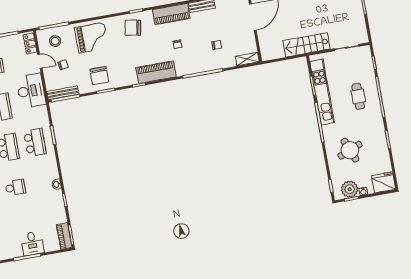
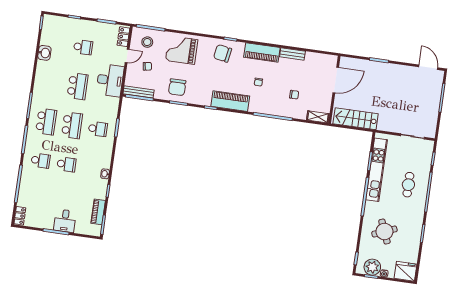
grand piano: (91, 38) -> (182, 50), turned 180
stairs: (306, 45) -> (356, 119), moved
door: (40, 61) -> (127, 56), hinge flipped
school desk: (35, 143) -> (98, 129), width x0.54
piano: (64, 236) -> (98, 212), moved

